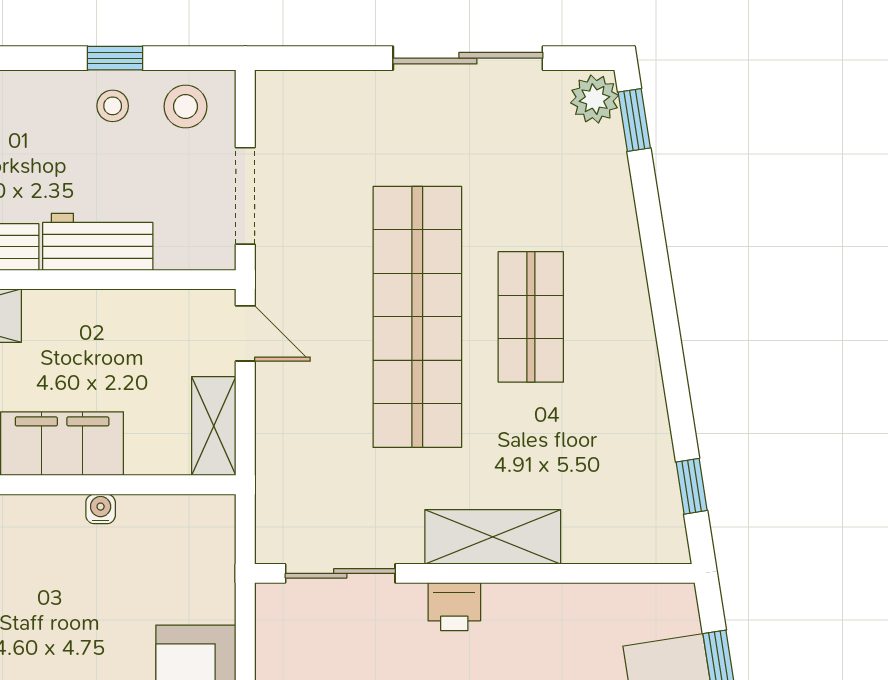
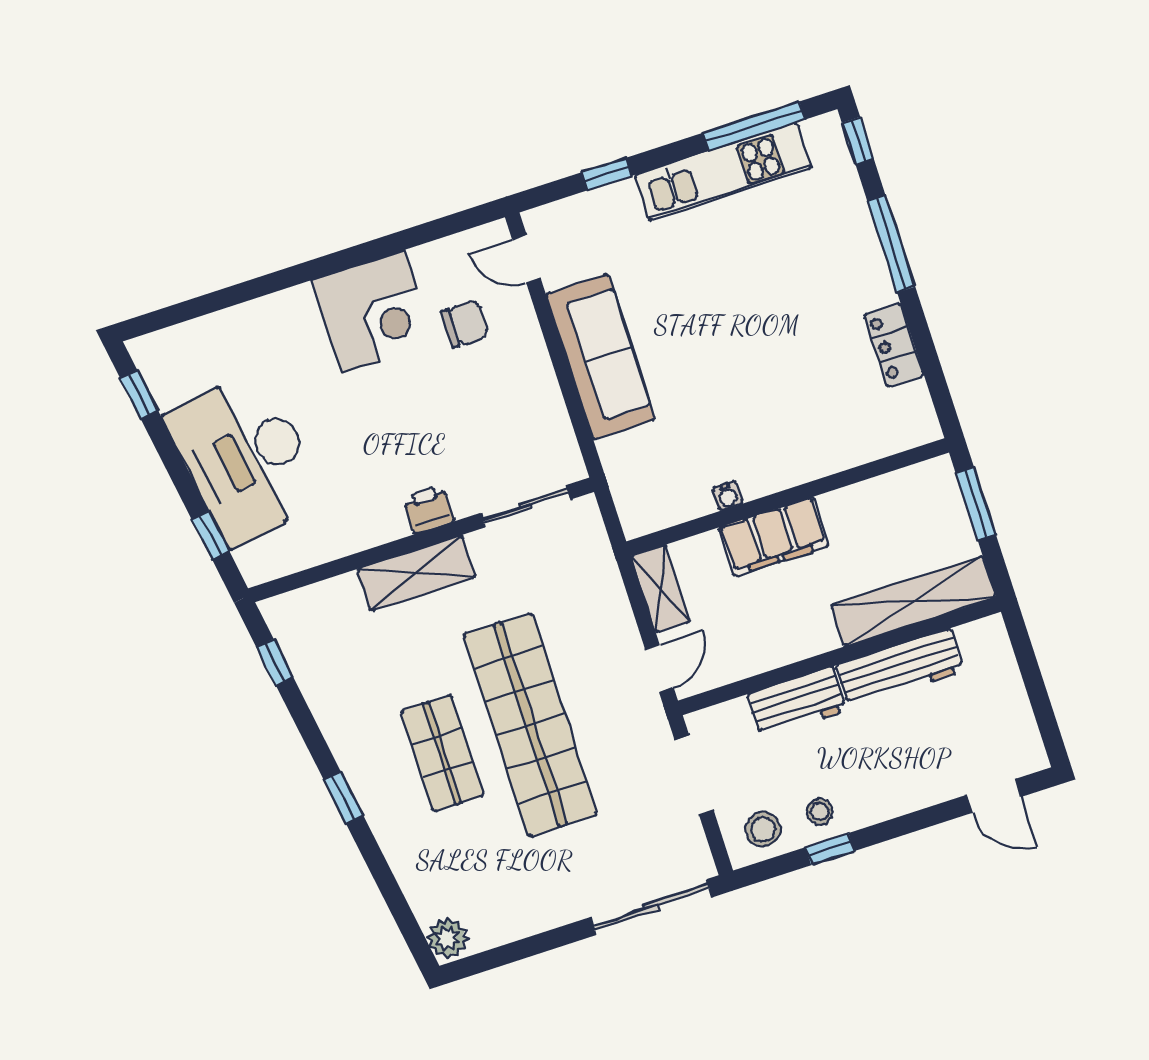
sliding door: (468, 58) -> (651, 907), moved
window: (634, 120) -> (344, 798), moved
door: (245, 333) -> (659, 668), swing flipped

